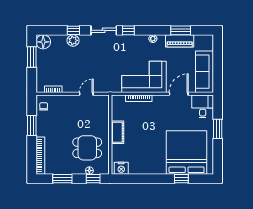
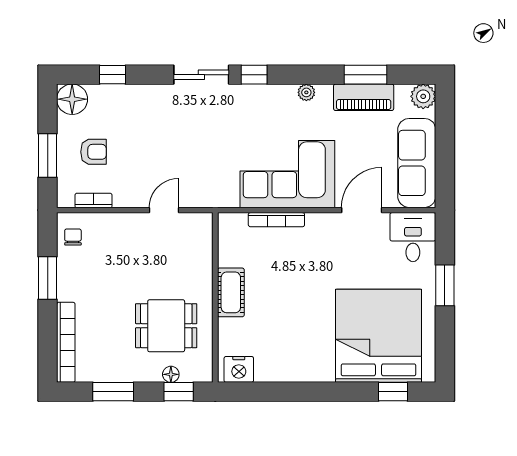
window: (73, 30) -> (113, 75), moved
plant: (73, 40) -> (423, 96), moved
window: (32, 57) -> (48, 156), moved
armchair: (53, 66) -> (94, 152), added
window: (181, 179) -> (393, 392), moved

